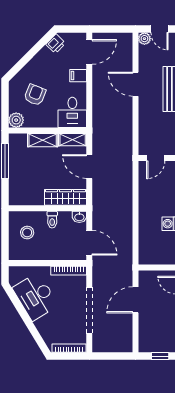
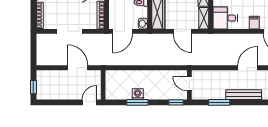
door: (89, 167) -> (183, 31), swing flipped
doorway: (89, 310) -> (70, 31), width x0.73

